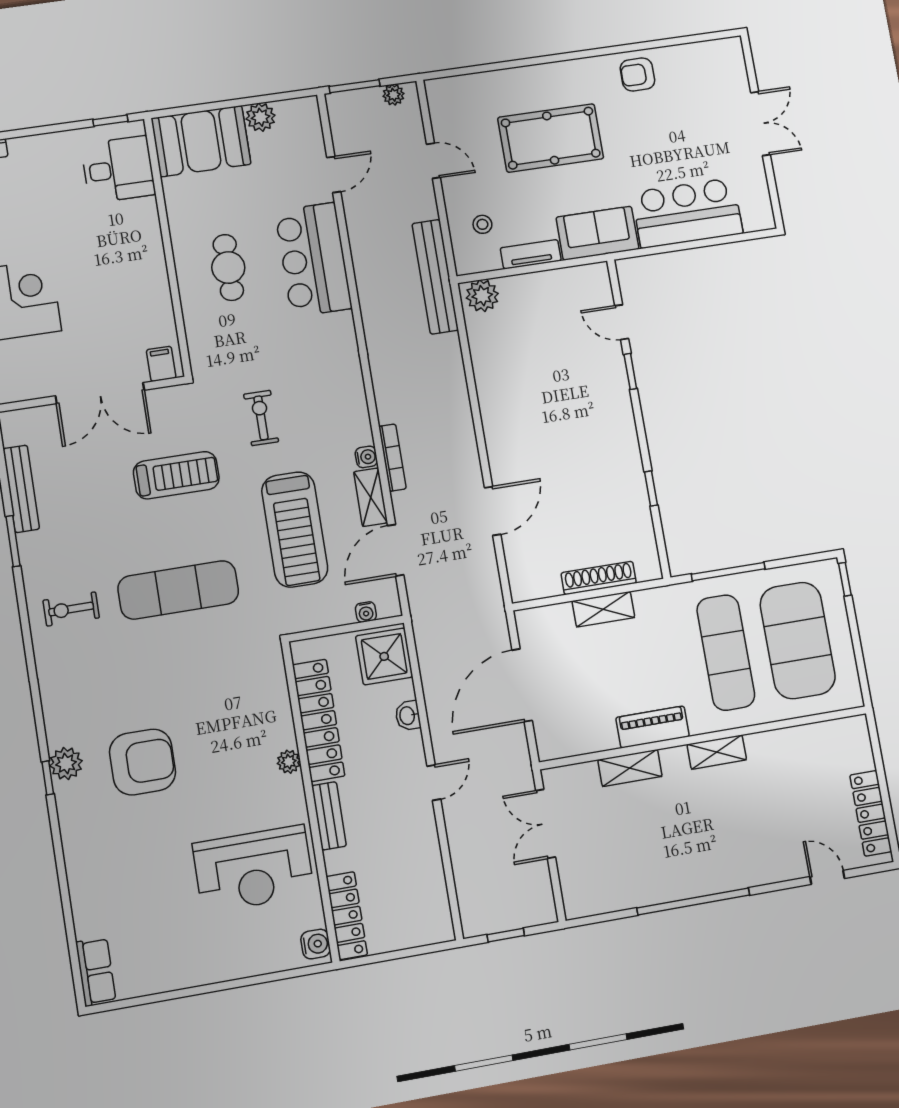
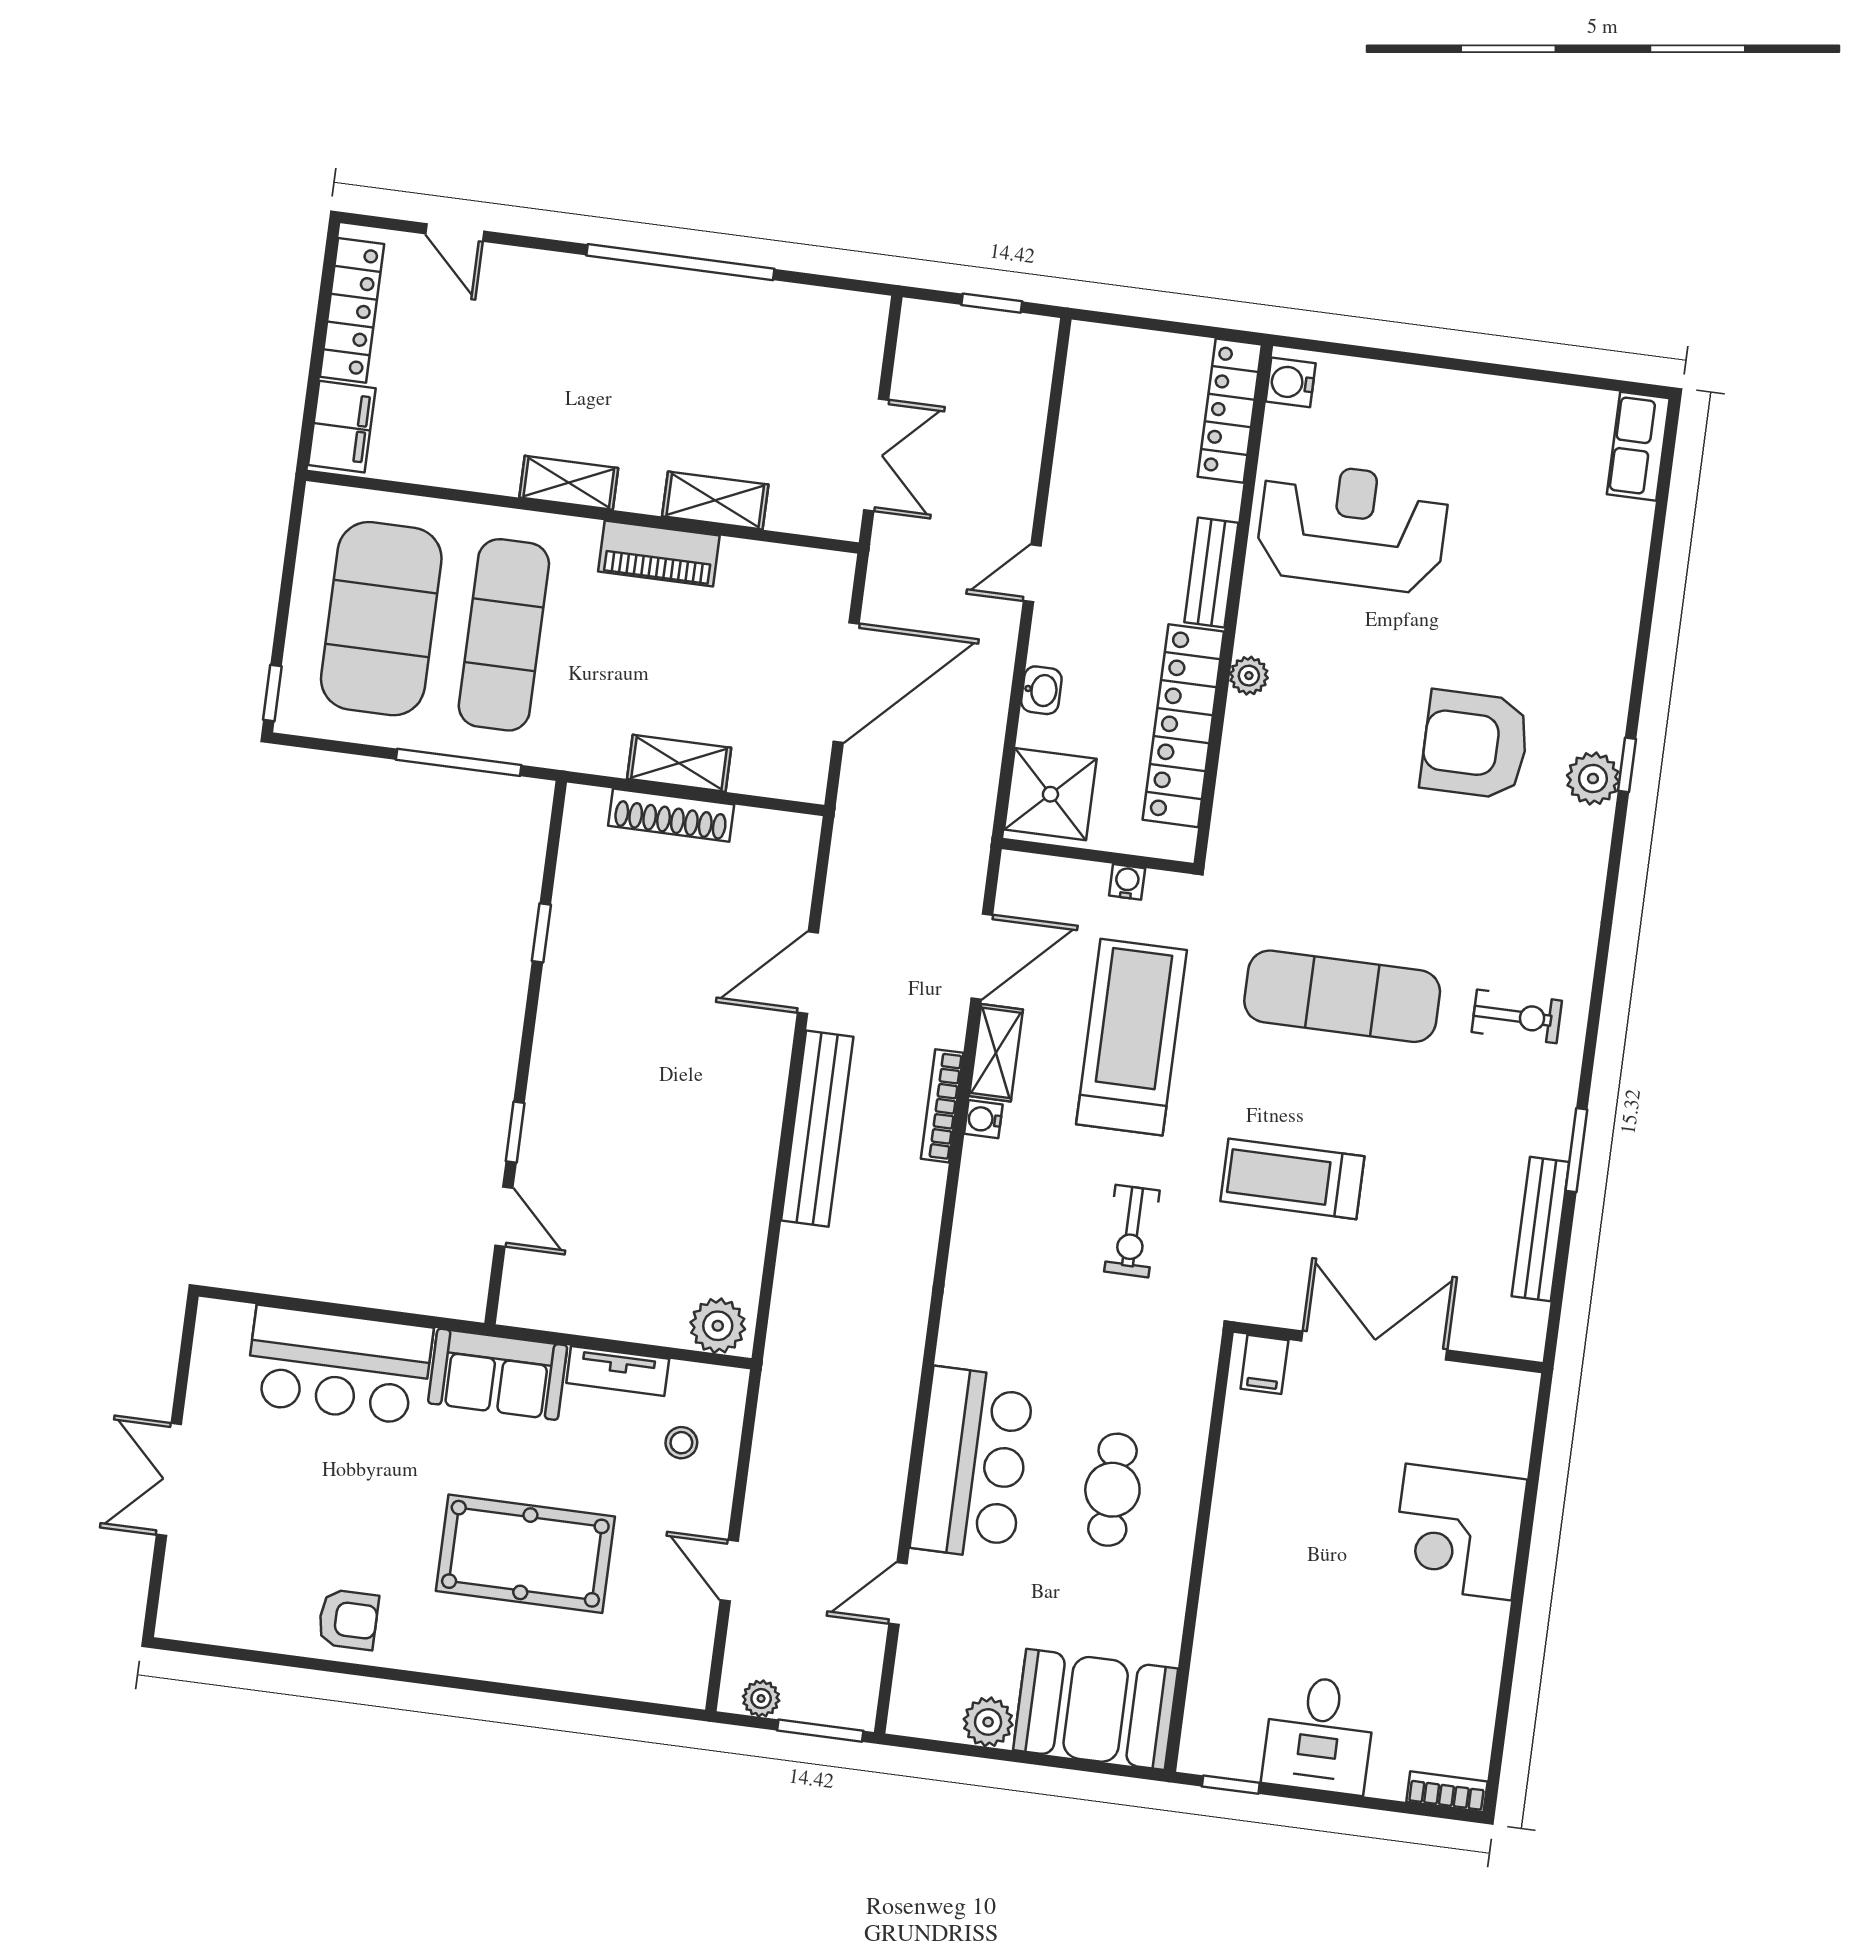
desk: (118, 169) -> (1319, 1734), moved, turned -90
bench: (435, 277) -> (817, 1129), moved
water cooler: (366, 612) -> (1127, 882), moved
filing cabinet: (855, 744) -> (342, 427), added

